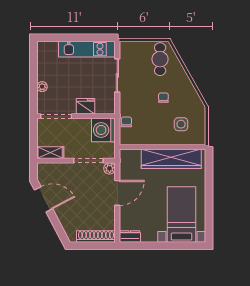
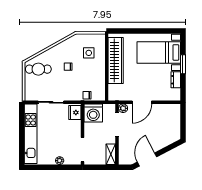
kitchen unit: (87, 49) -> (31, 134), width x1.36
fridge: (86, 106) -> (75, 113), moved
door: (117, 193) -> (142, 102), swing flipped
shoe rack: (96, 236) -> (176, 119), removed
dresser: (130, 236) -> (176, 80), moved
window: (166, 246) -> (183, 64), added

